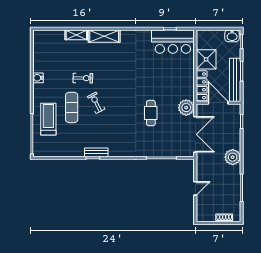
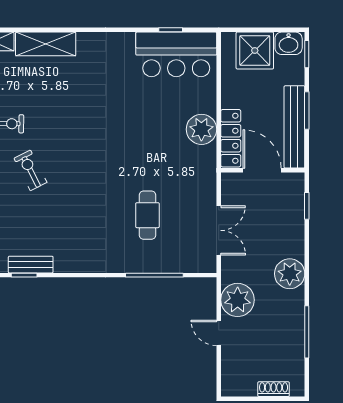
shower: (206, 59) -> (255, 50), moved
plant: (186, 108) -> (201, 129), moved
cafe table: (151, 113) -> (147, 215), moved
double door: (195, 134) -> (219, 230), width x0.73
plant: (205, 171) -> (238, 300), added
door: (195, 188) -> (219, 333), swing flipped

